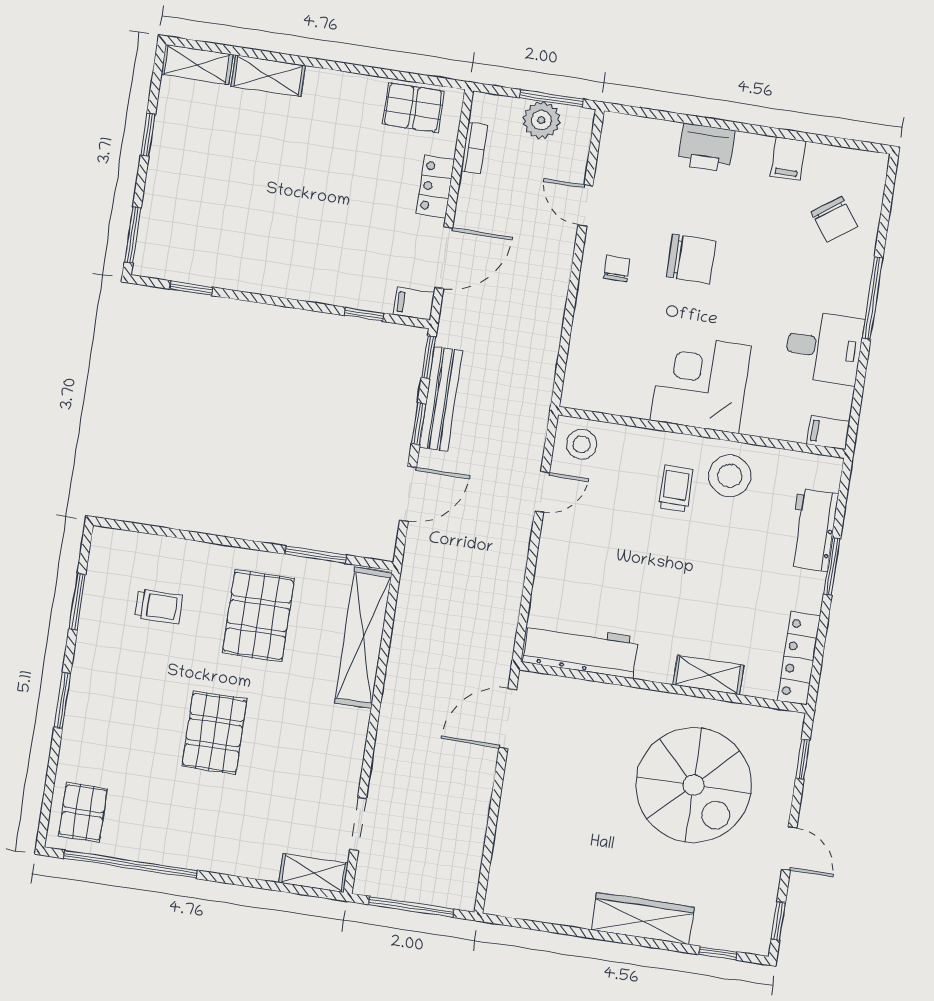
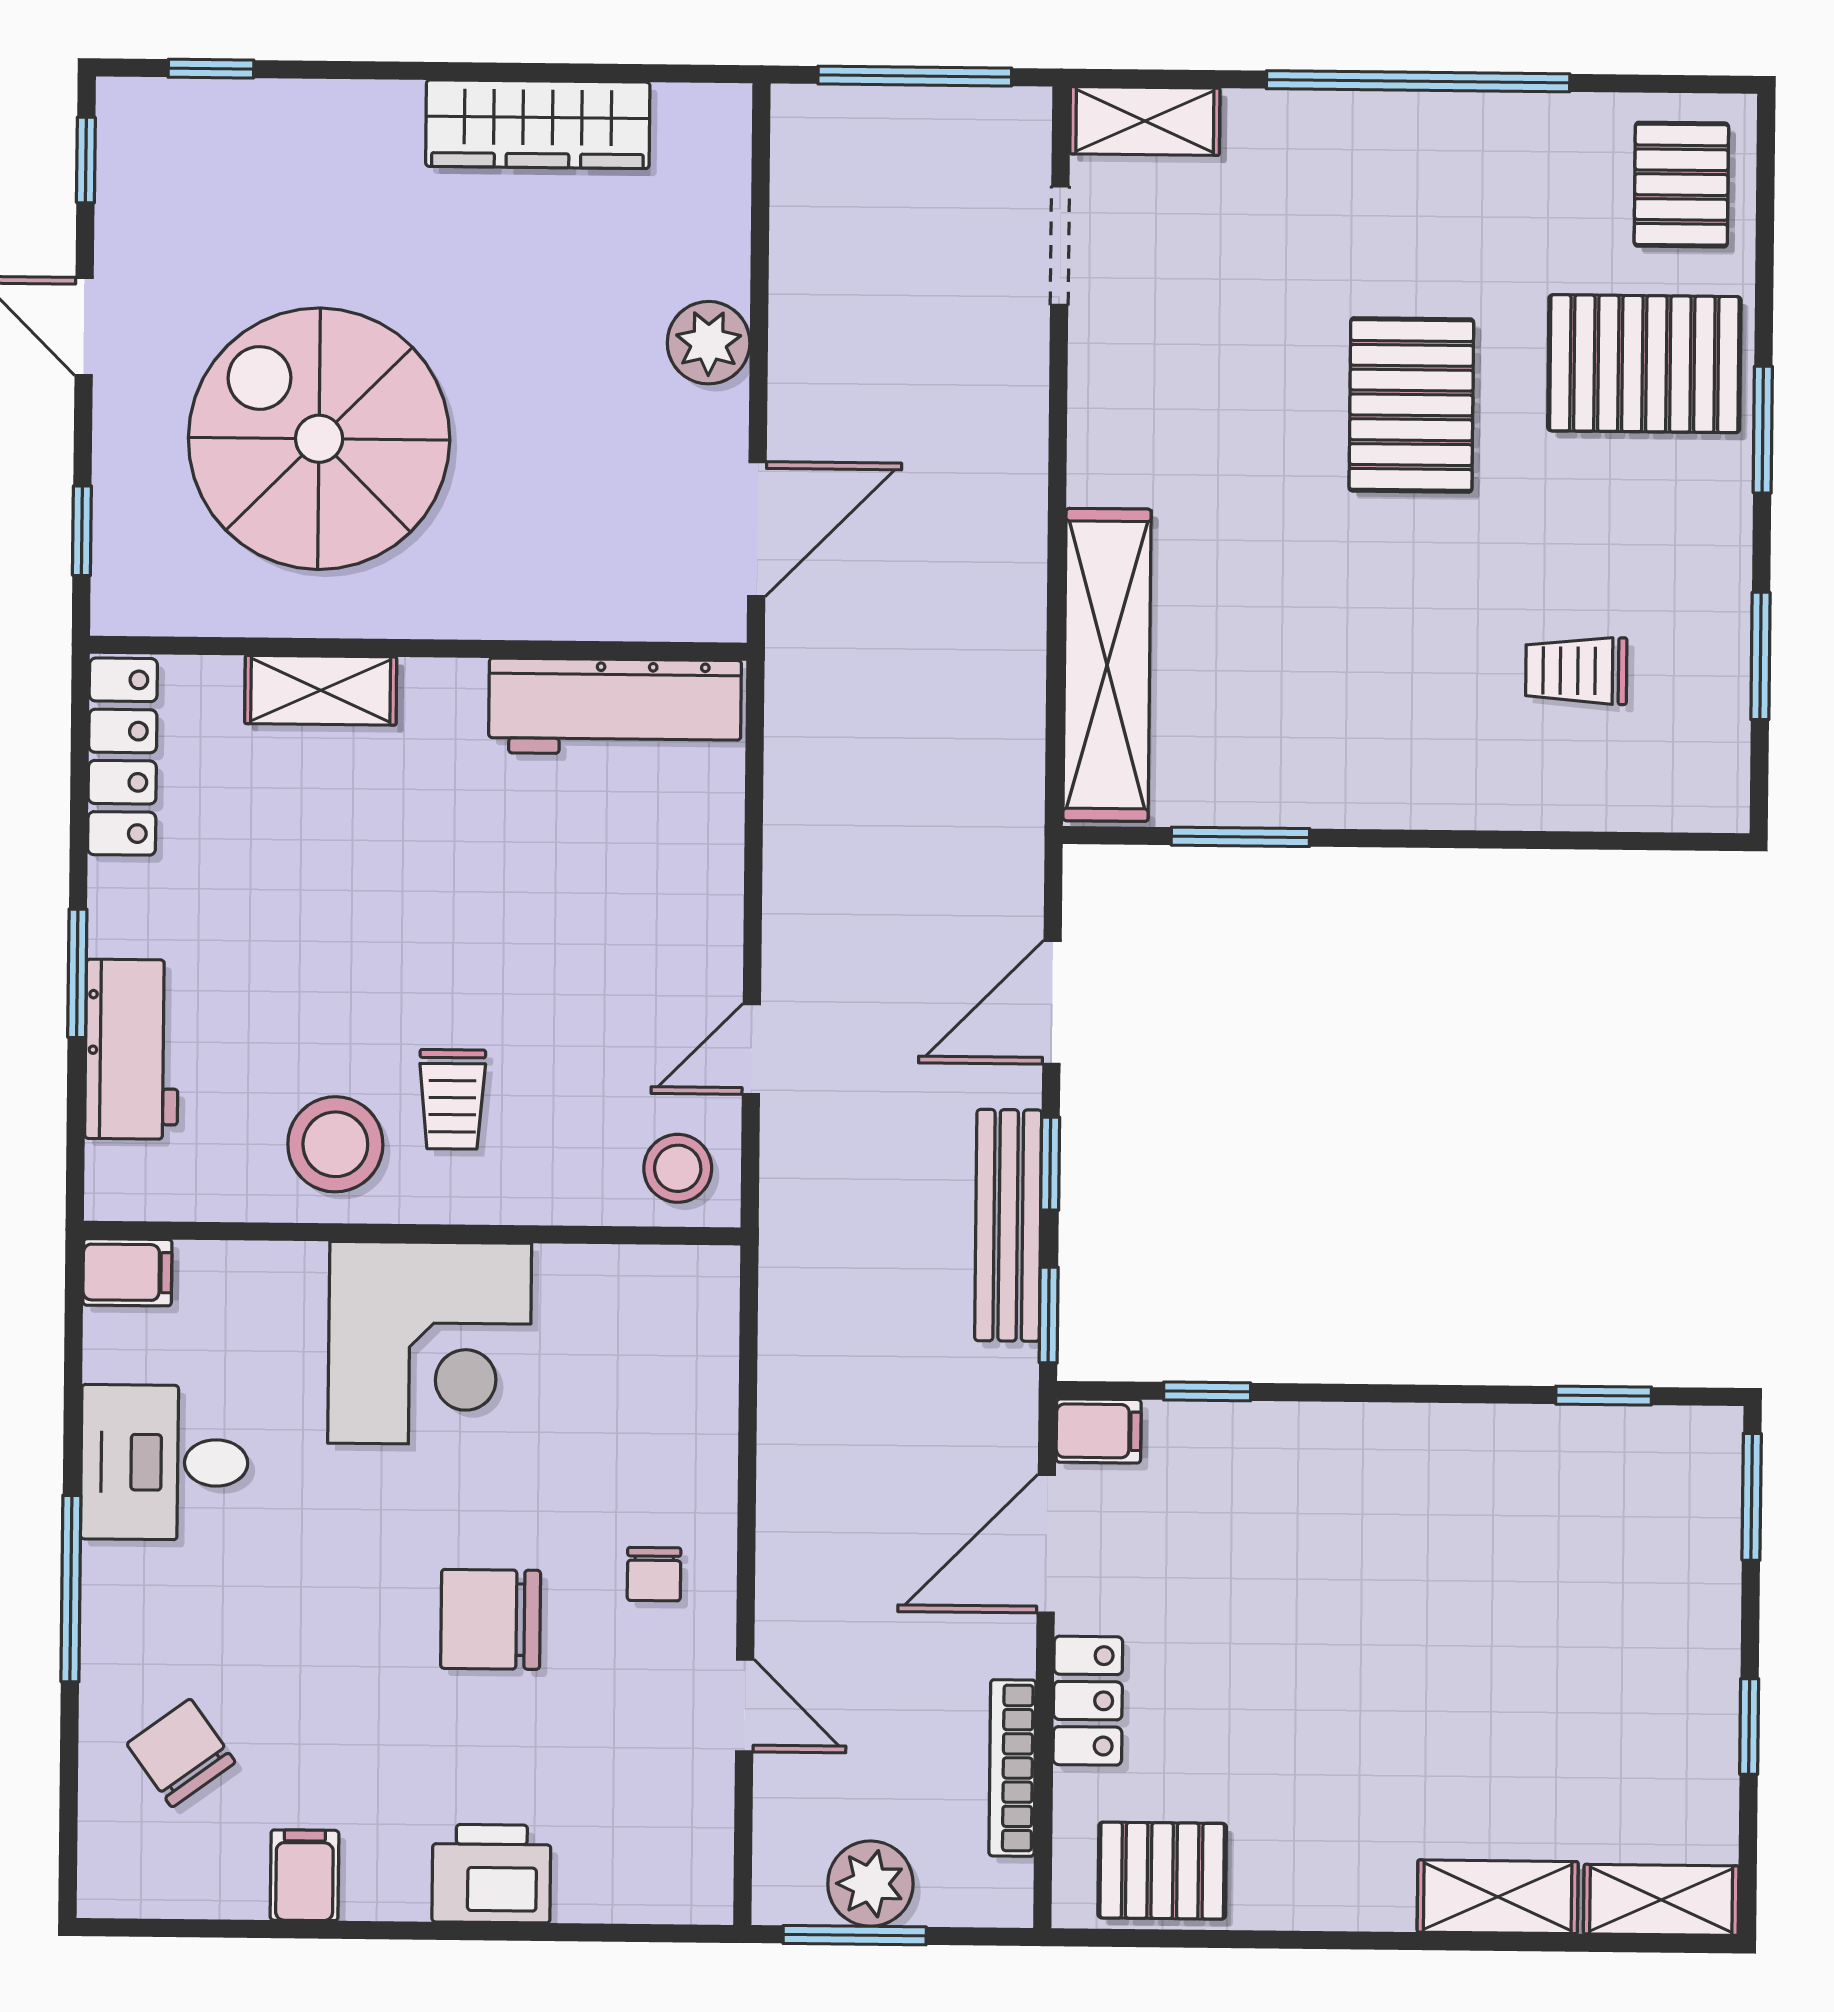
bookcase: (474, 148) -> (1012, 1768), width x1.56
pallet: (258, 616) -> (1644, 364), moved, turned 90
plant: (518, 803) -> (709, 343), added
window: (130, 864) -> (1418, 81), moved
wardrobe: (643, 919) -> (538, 124), moved

